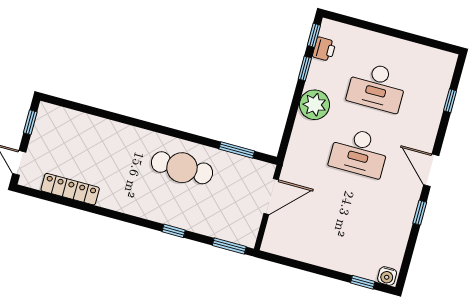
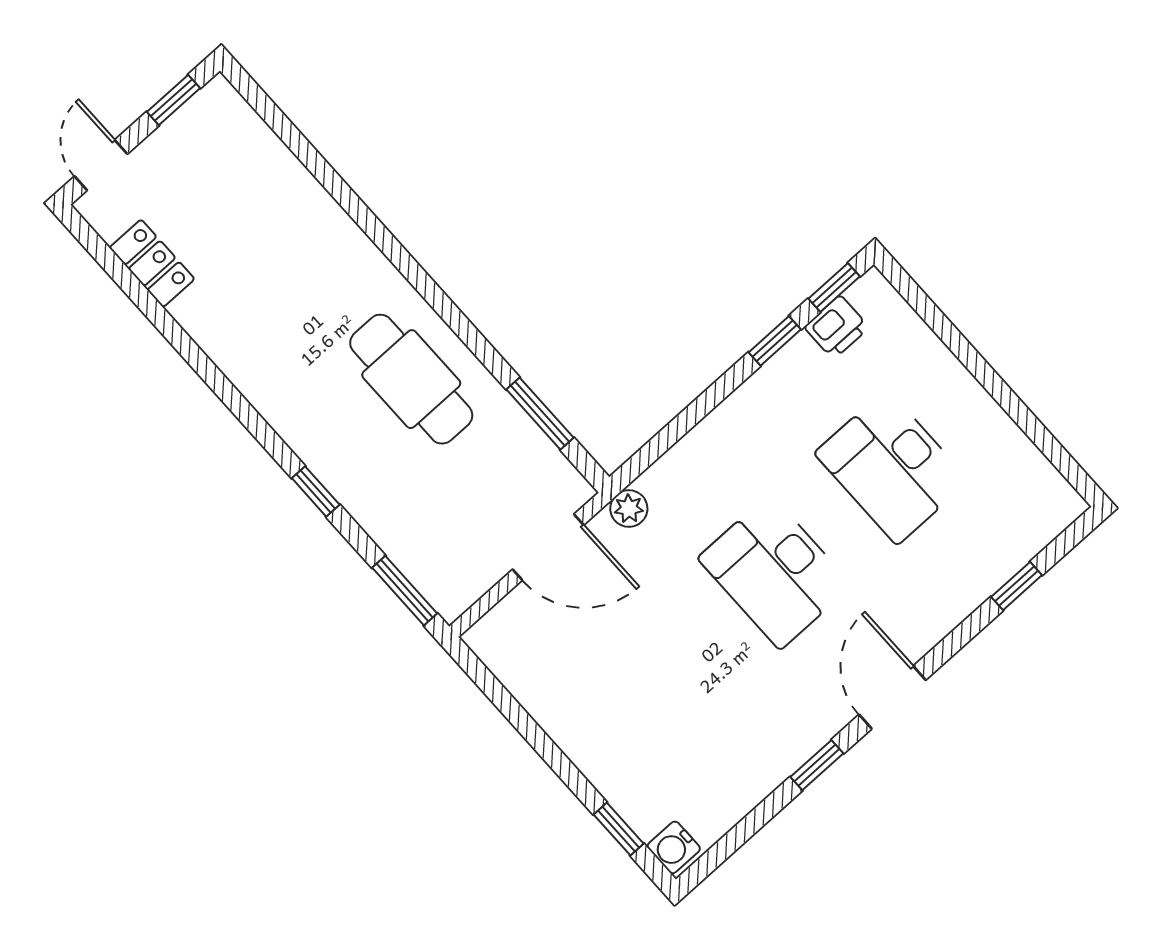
plant: (314, 105) -> (629, 509), moved, width x0.53, depth x0.53
locker: (70, 189) -> (152, 263), width x0.66

